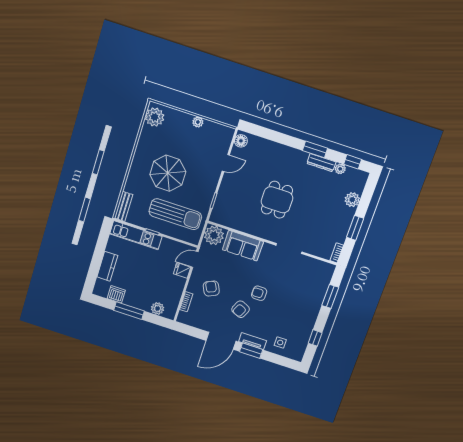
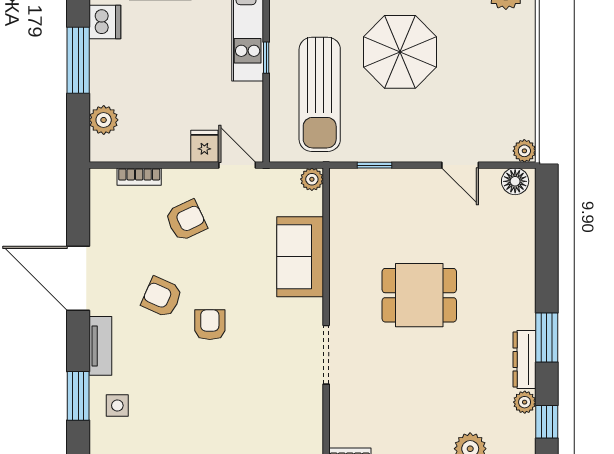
plant: (198, 122) -> (524, 151), moved
plant: (214, 235) -> (312, 179), width x0.53, depth x0.53
window: (251, 351) -> (78, 396), moved

